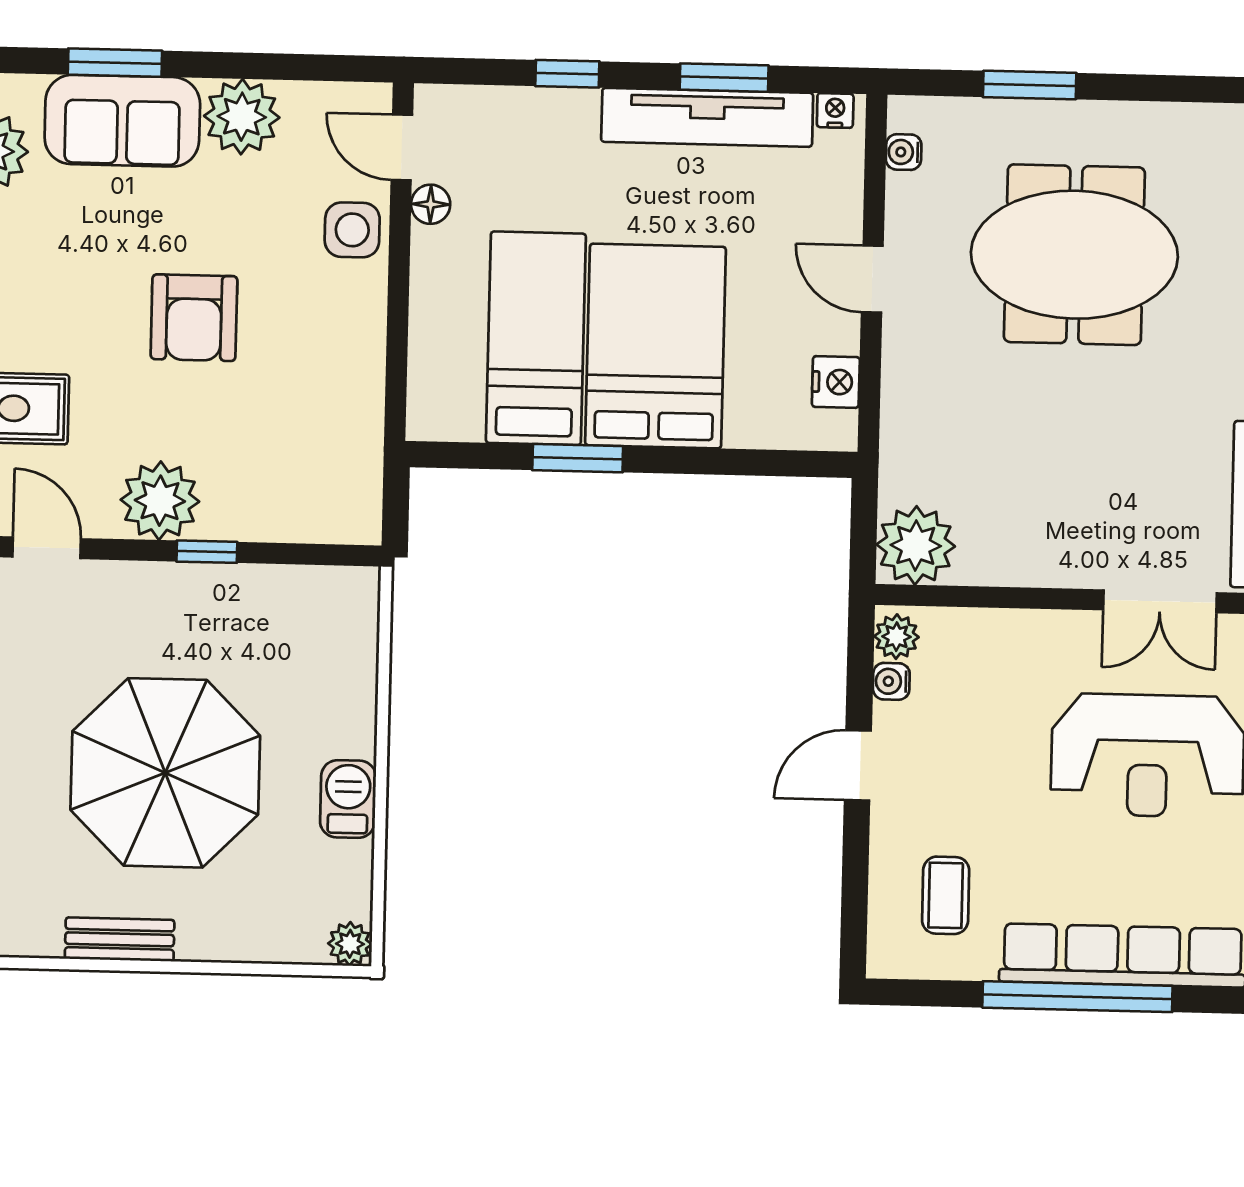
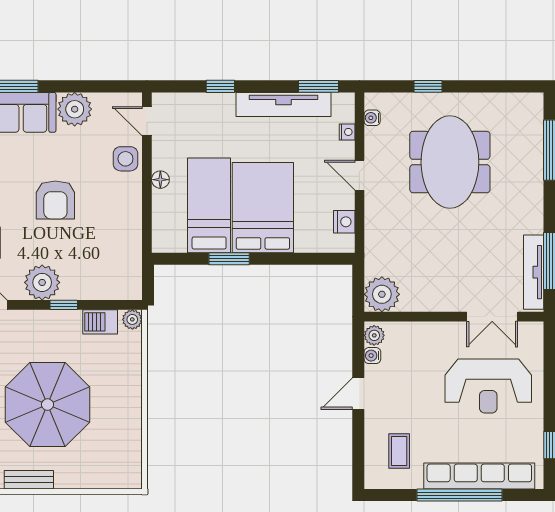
window: (724, 78) -> (319, 86), moved
window: (1030, 85) -> (428, 86), width x0.67
nightstand: (835, 110) -> (347, 132), moved, turned 90
floor lamp: (431, 204) -> (160, 180), moved
meeting table: (1074, 255) -> (450, 162), turned 90
barbecue: (348, 799) -> (100, 322), moved, turned -90
plant: (350, 944) -> (132, 319), moved

